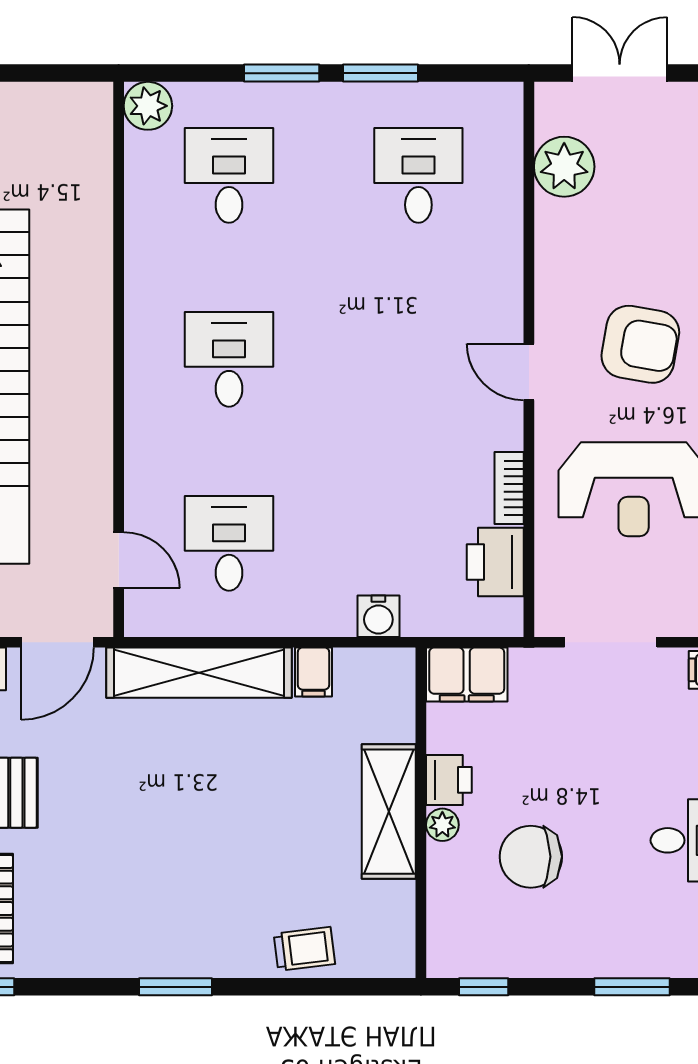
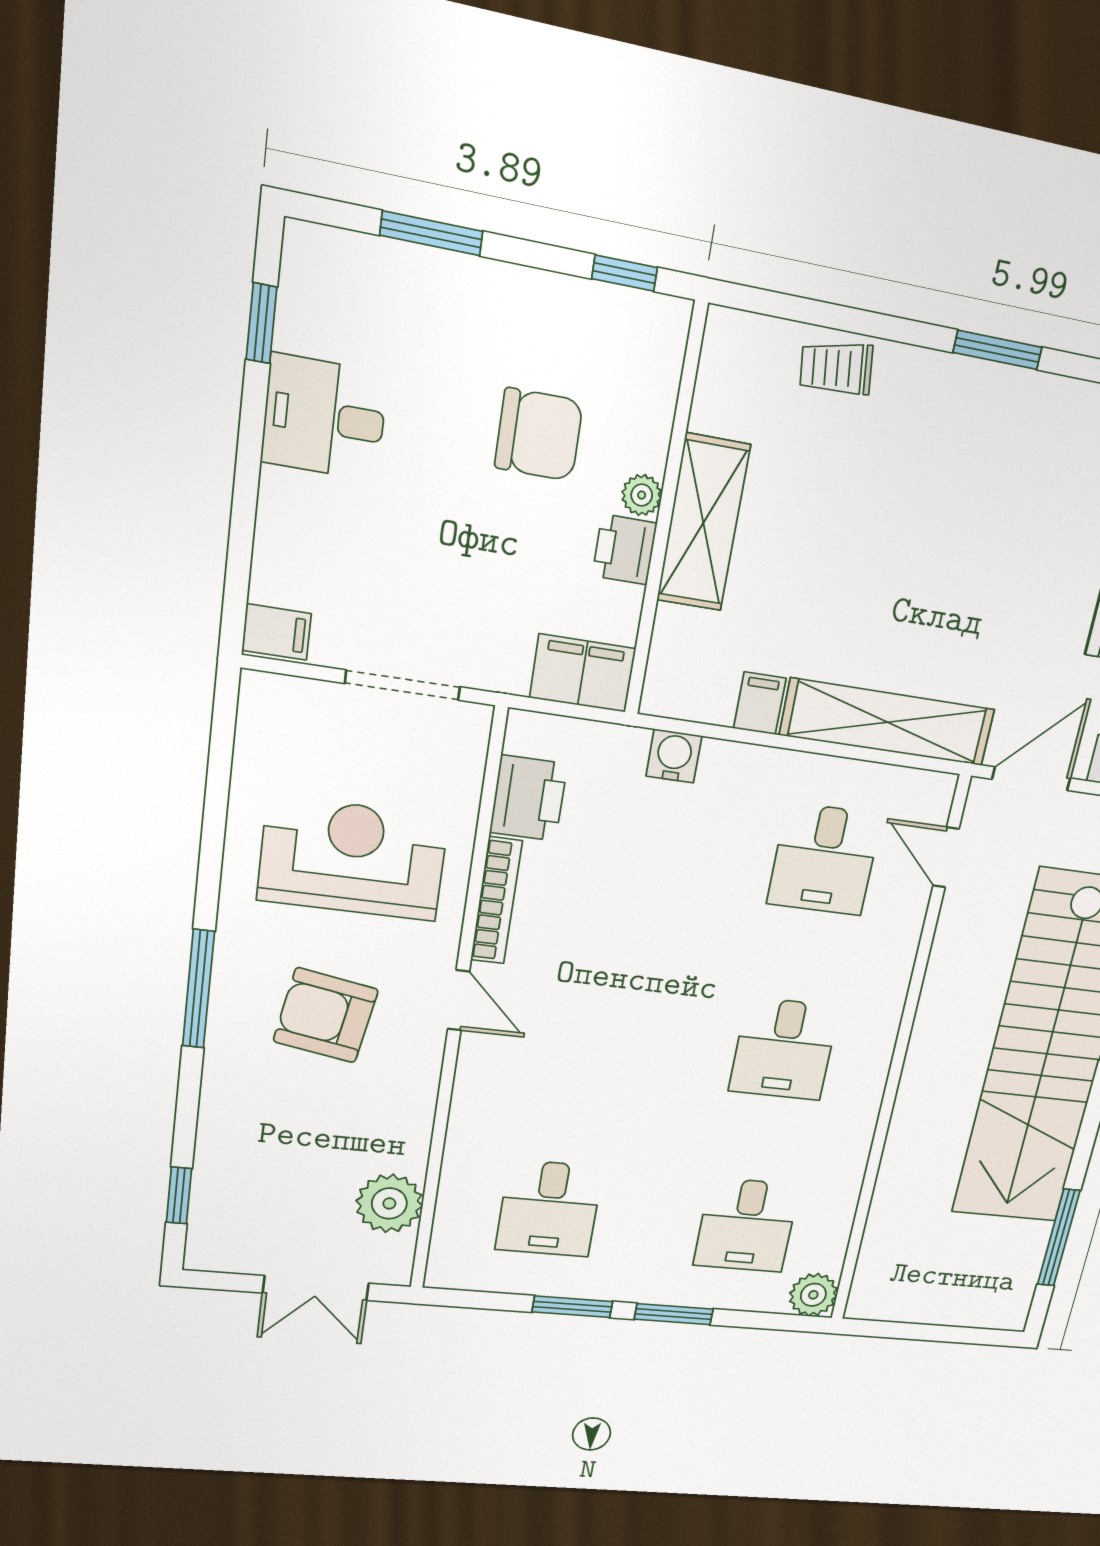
bookcase: (509, 488) -> (496, 901), width x1.56

